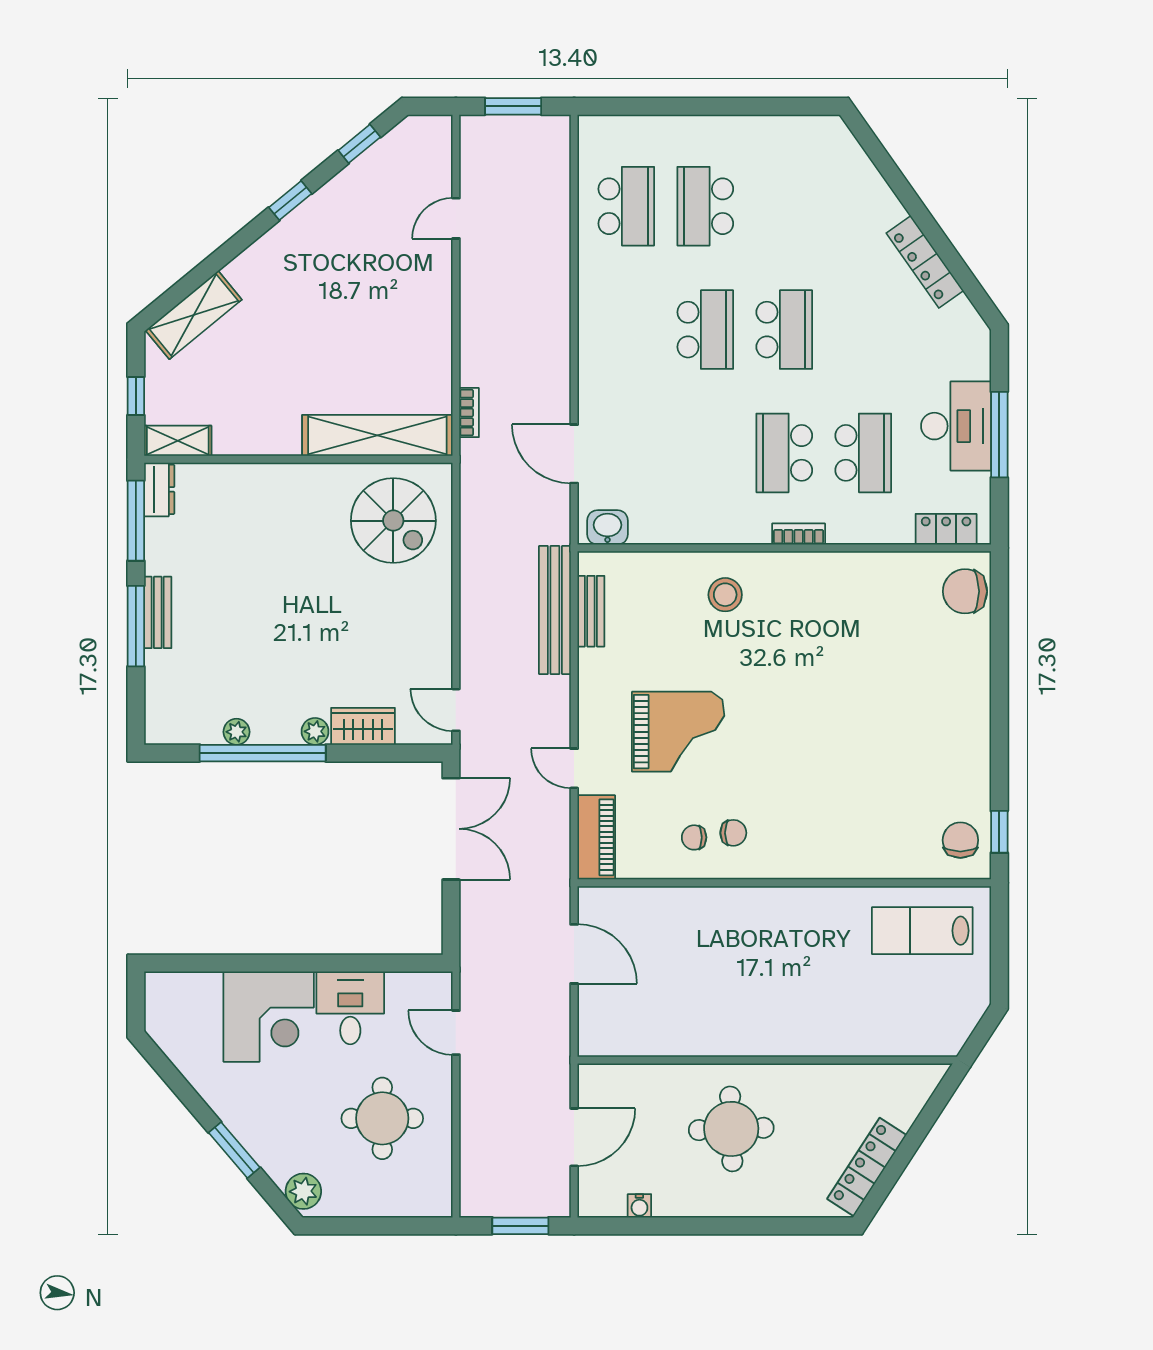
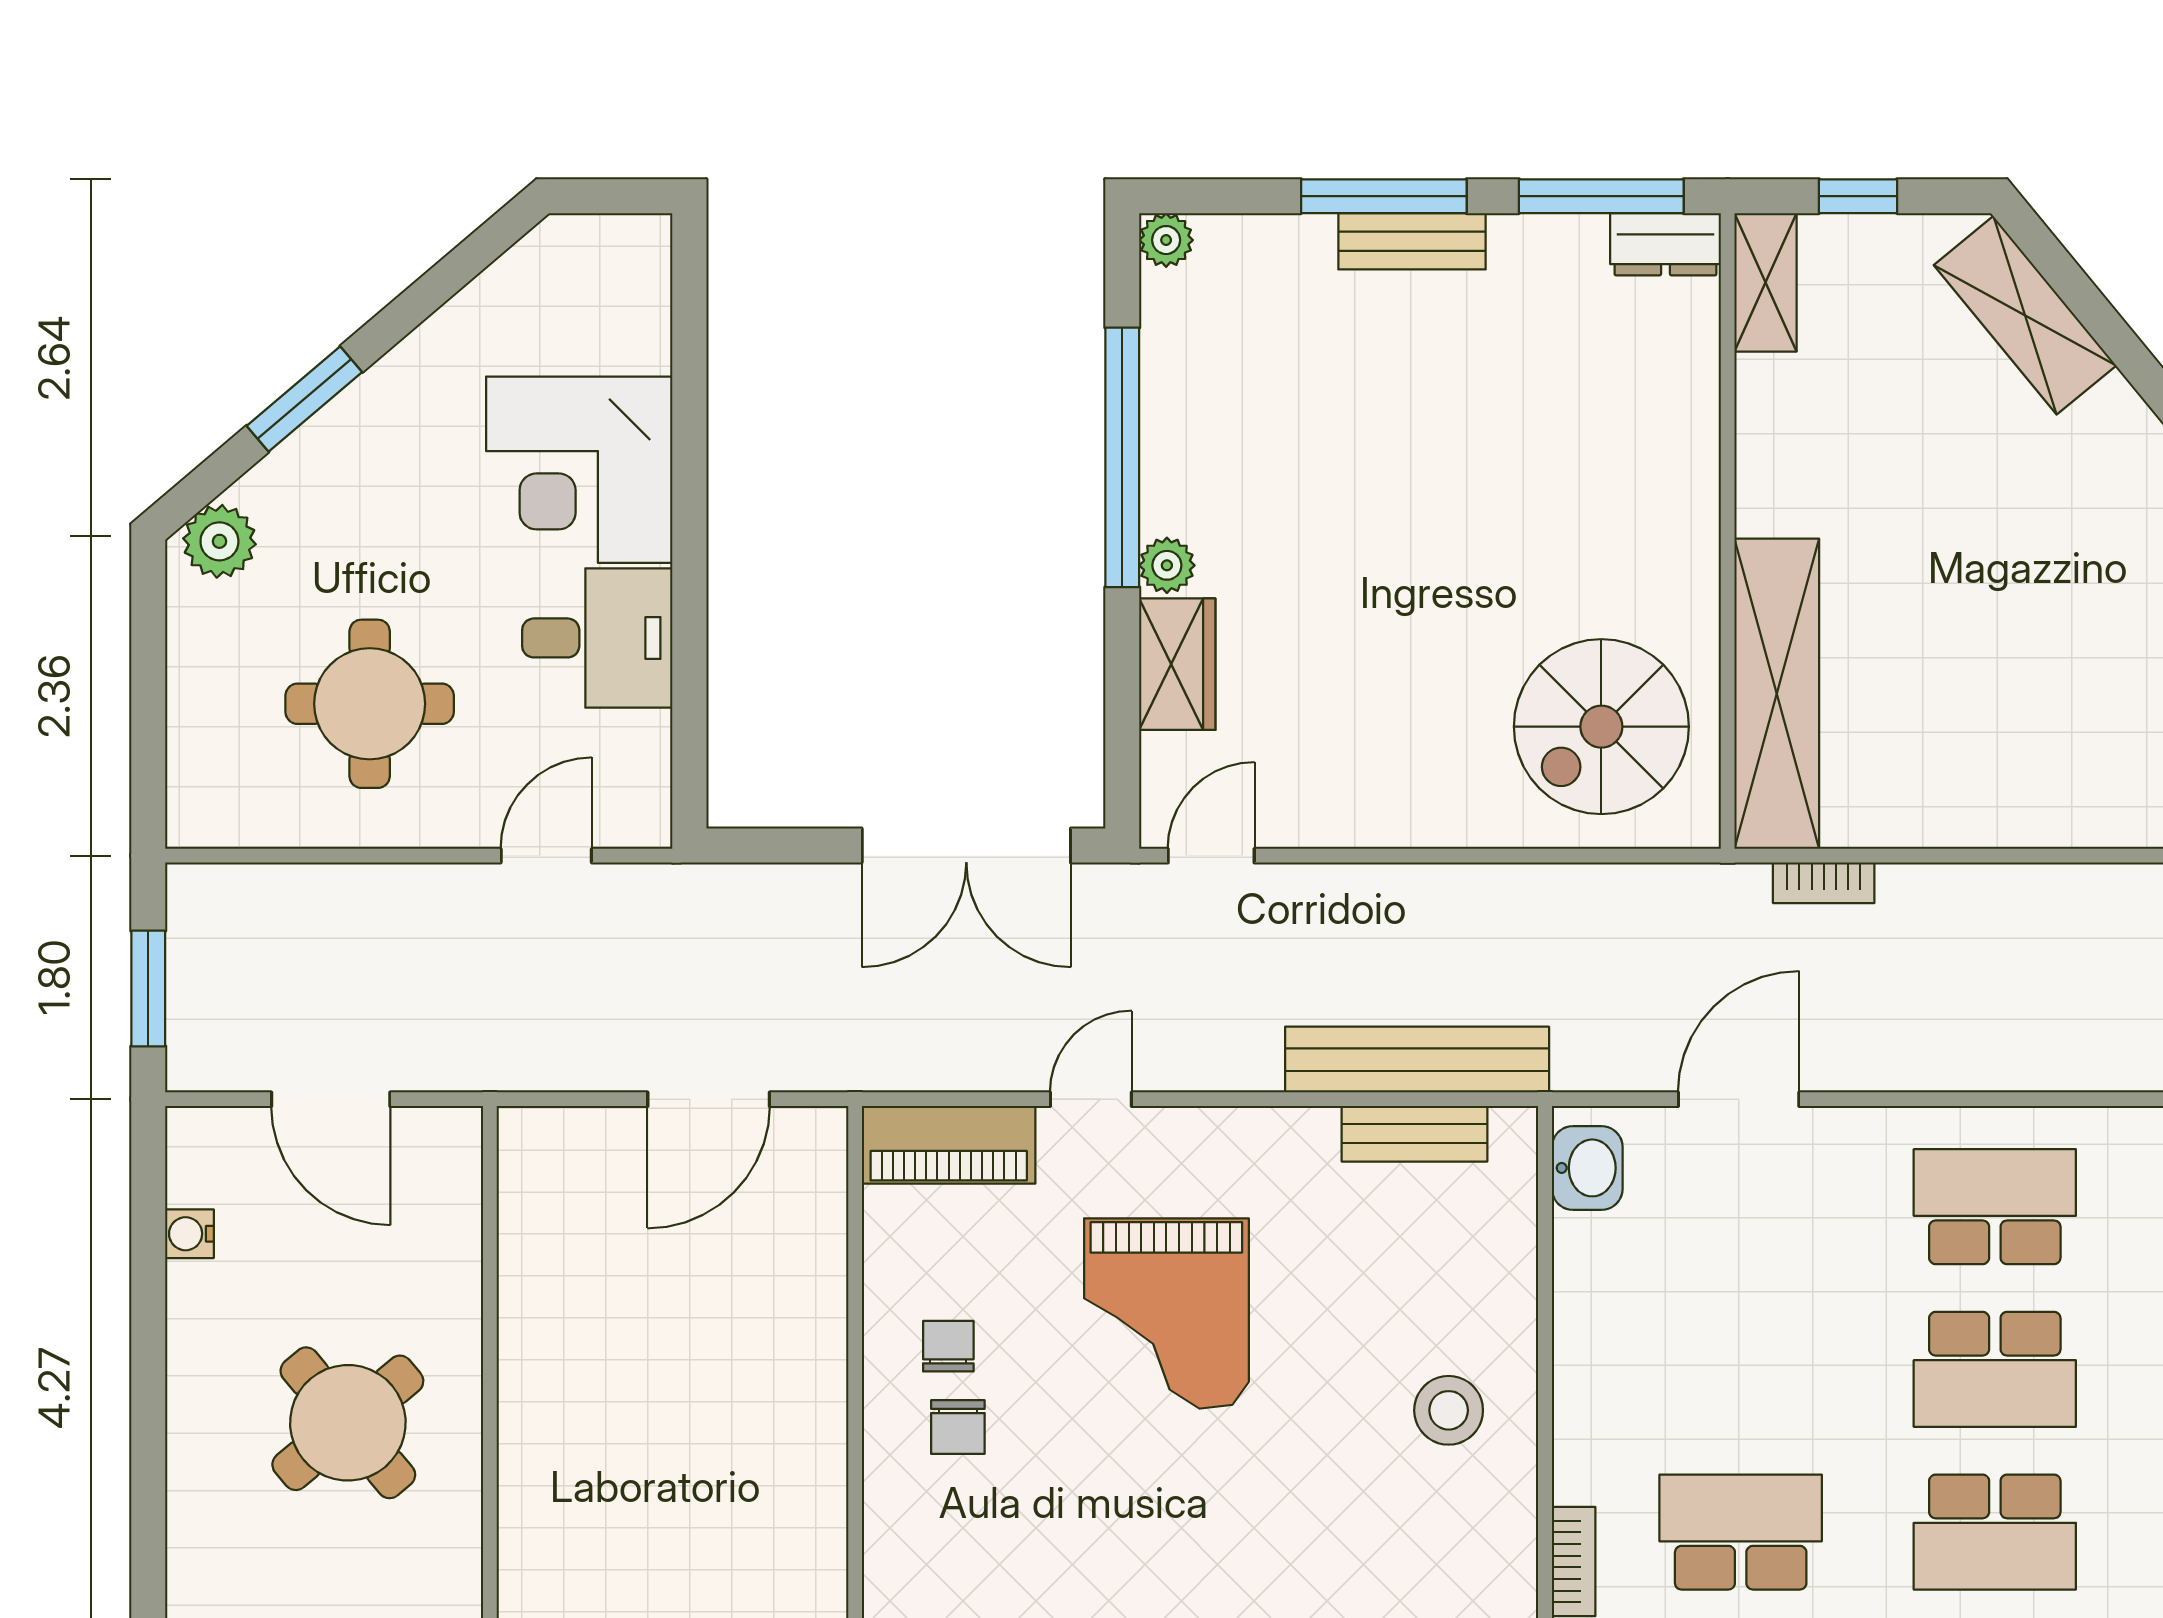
school desk: (626, 330) -> (1995, 1207), added
plant: (236, 732) -> (1166, 240), moved
round table: (731, 1129) -> (348, 1423), turned -38

